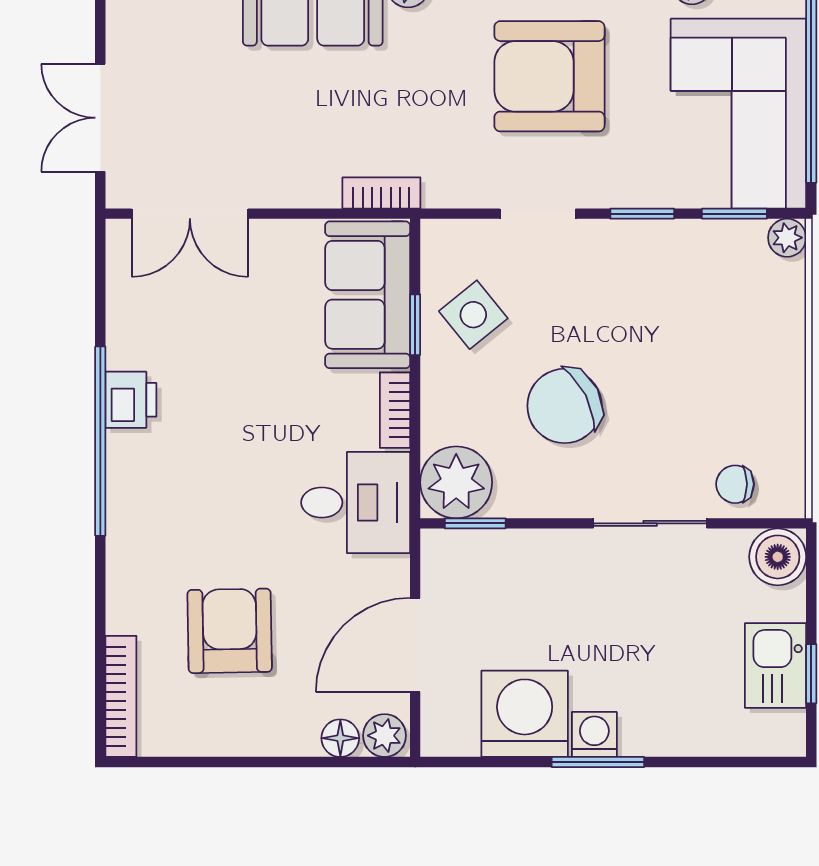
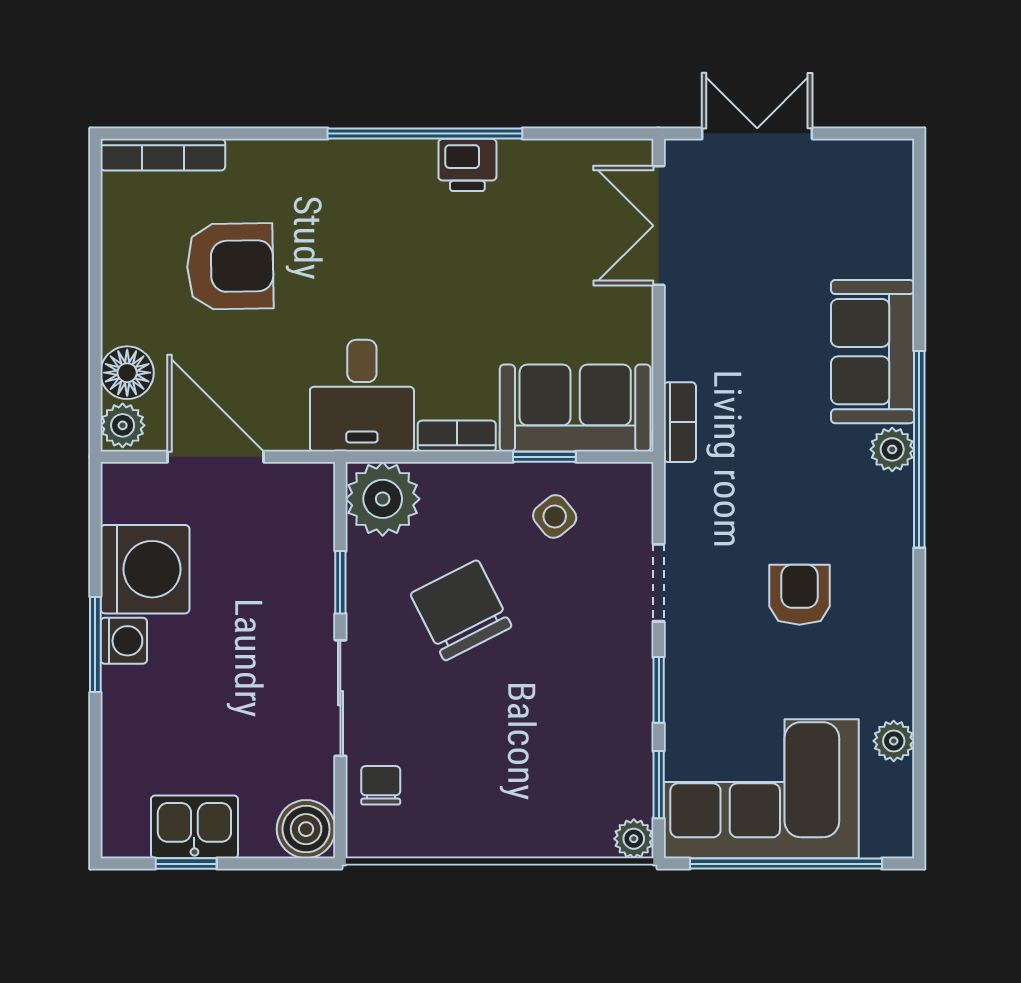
armchair: (549, 76) -> (800, 595), width x0.53, depth x0.53
side table: (473, 315) -> (555, 516), width x0.73, depth x0.73
window: (475, 523) -> (340, 582), moved
floor lamp: (340, 738) -> (127, 373), width x1.37, depth x1.37

